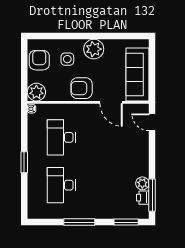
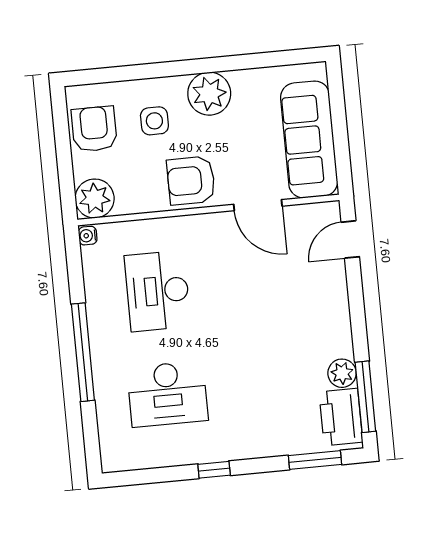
door: (152, 122) -> (350, 239), hinge flipped
window: (24, 162) -> (83, 352), width x2.11
desk: (61, 185) -> (167, 394), turned -90
printer: (143, 198) -> (341, 417), width x1.87, depth x1.48
window: (79, 222) -> (214, 470), width x0.46

